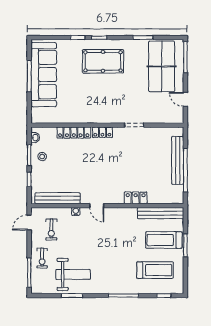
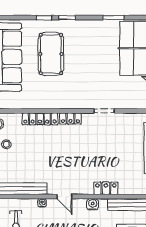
pool table: (103, 61) -> (51, 54), moved, turned 90
water cooler: (123, 213) -> (93, 204), added

